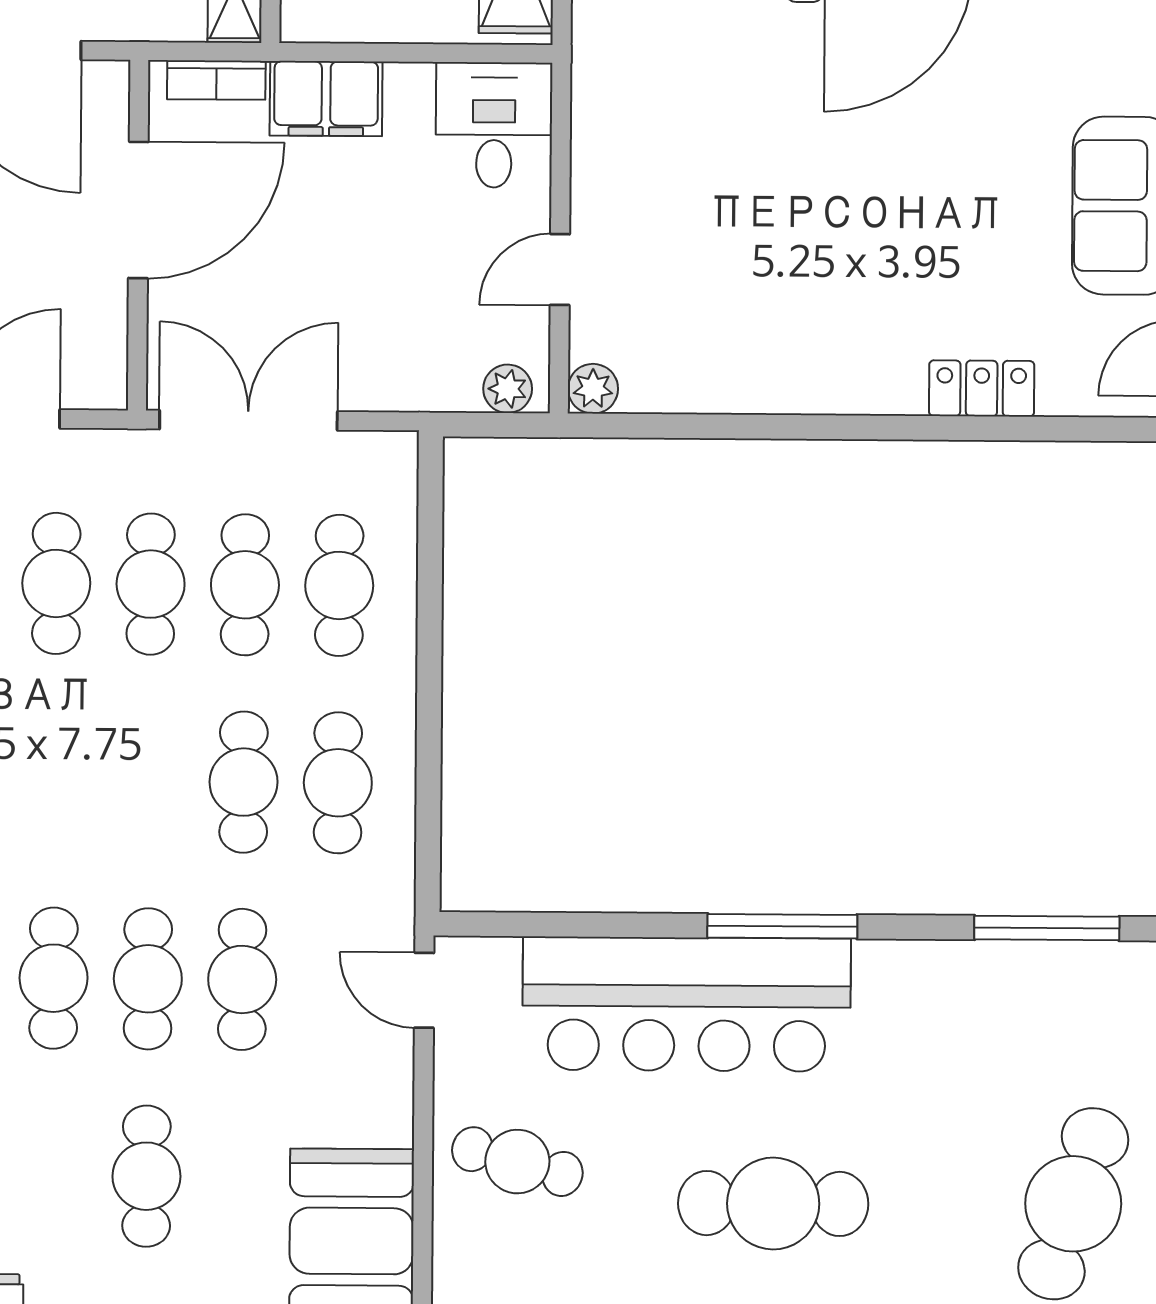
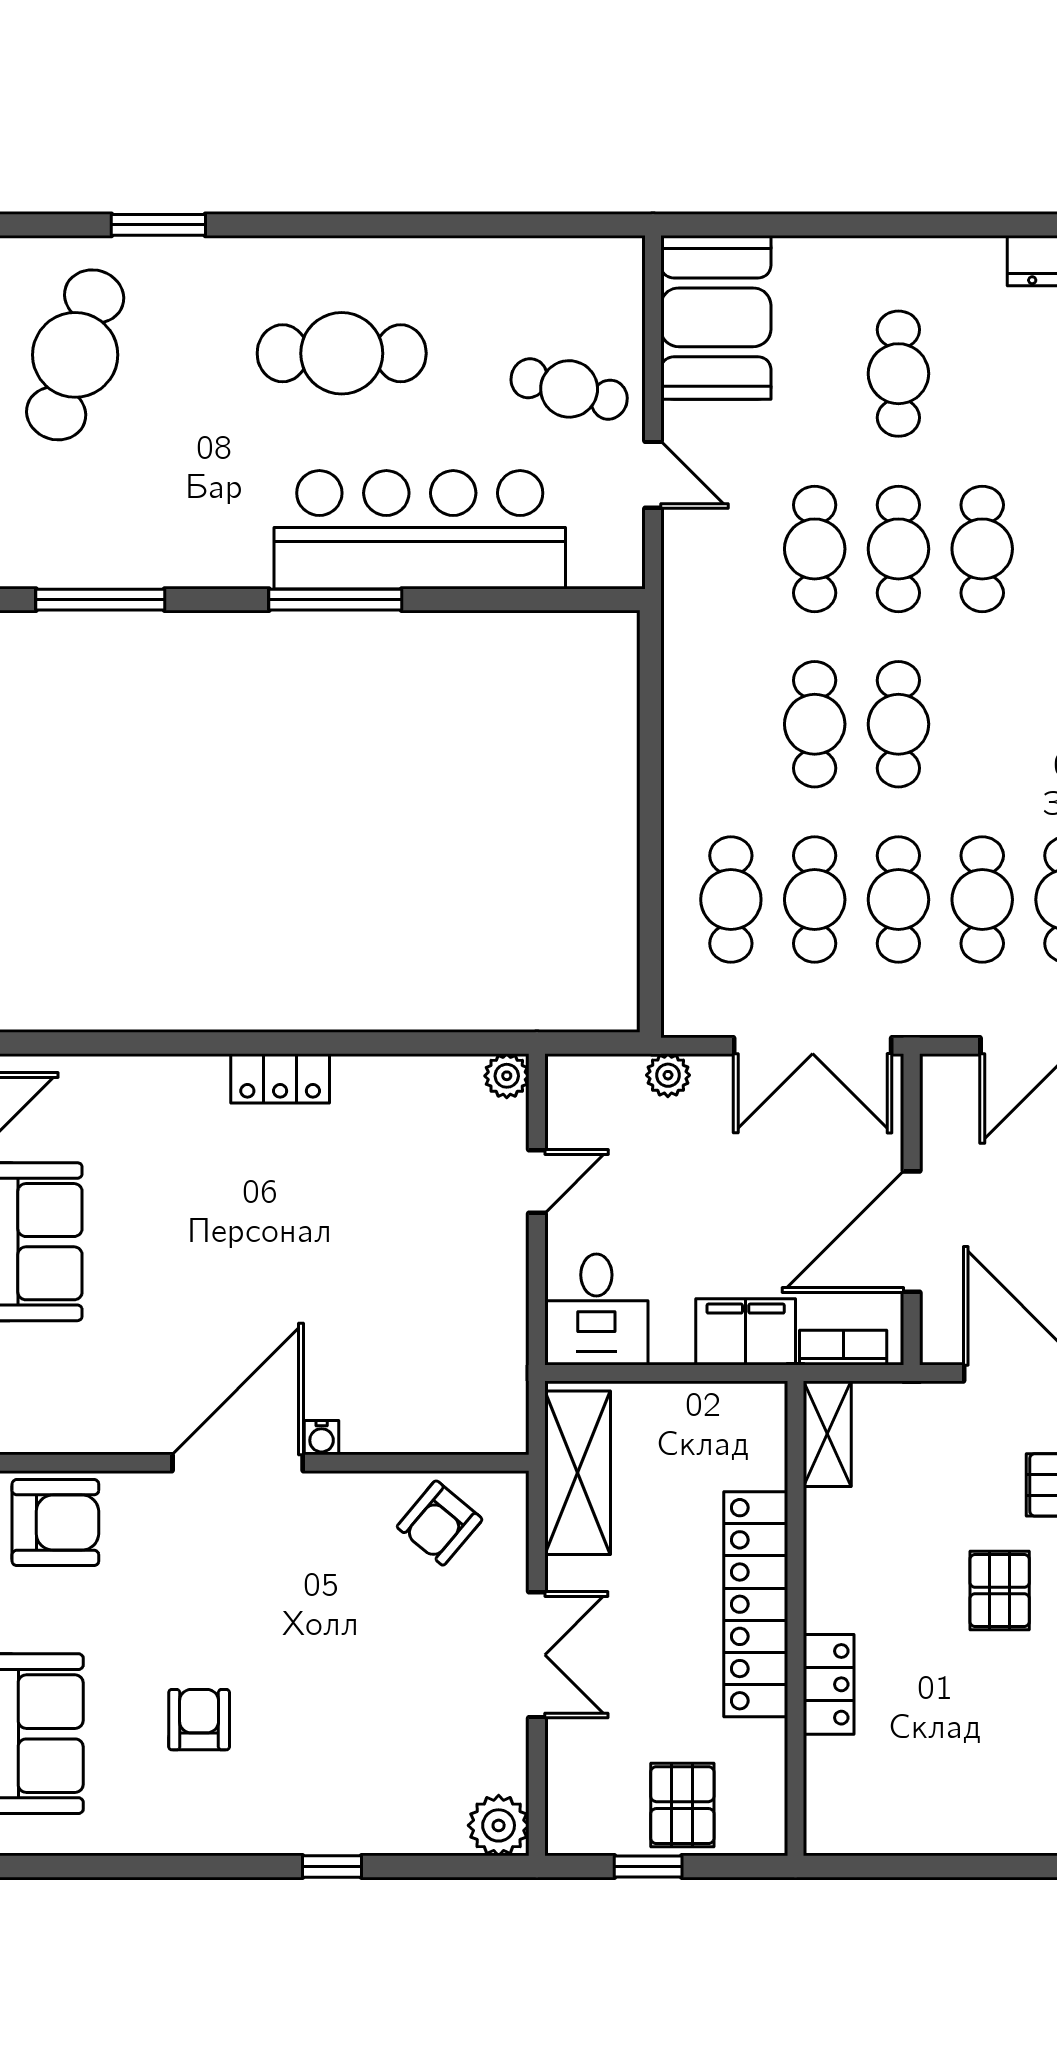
locker: (982, 388) -> (280, 1078), moved
plant: (508, 389) -> (668, 1075), moved
cafe table: (338, 783) -> (898, 724), moved
door: (424, 990) -> (653, 475), moved

